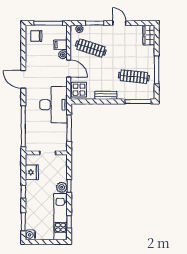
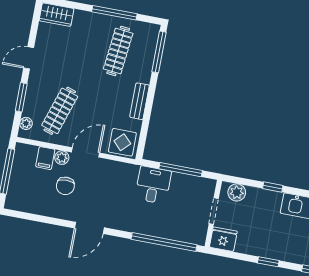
chair: (36, 36) -> (65, 186), moved
desk: (53, 105) -> (153, 185), width x0.53, depth x0.77
fridge: (32, 172) -> (223, 239), moved
plant: (62, 187) -> (237, 192), moved

